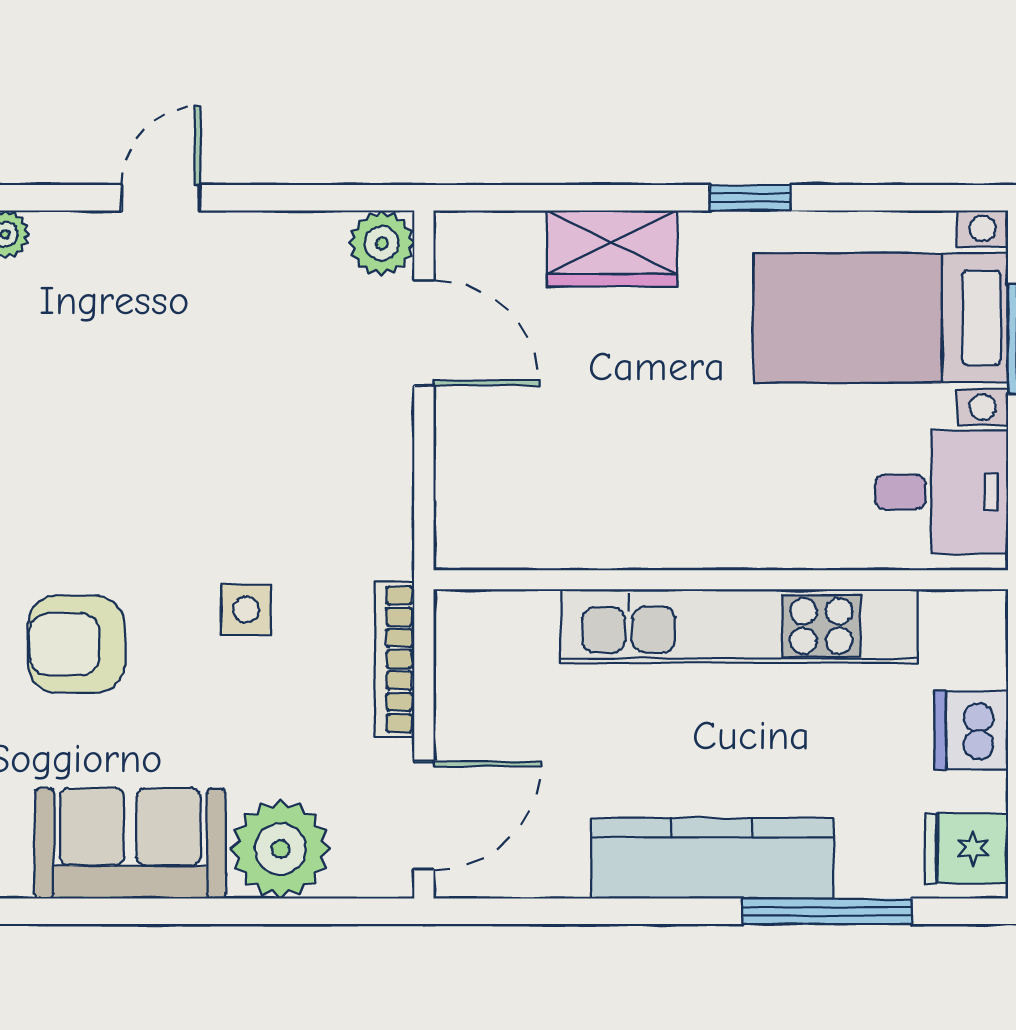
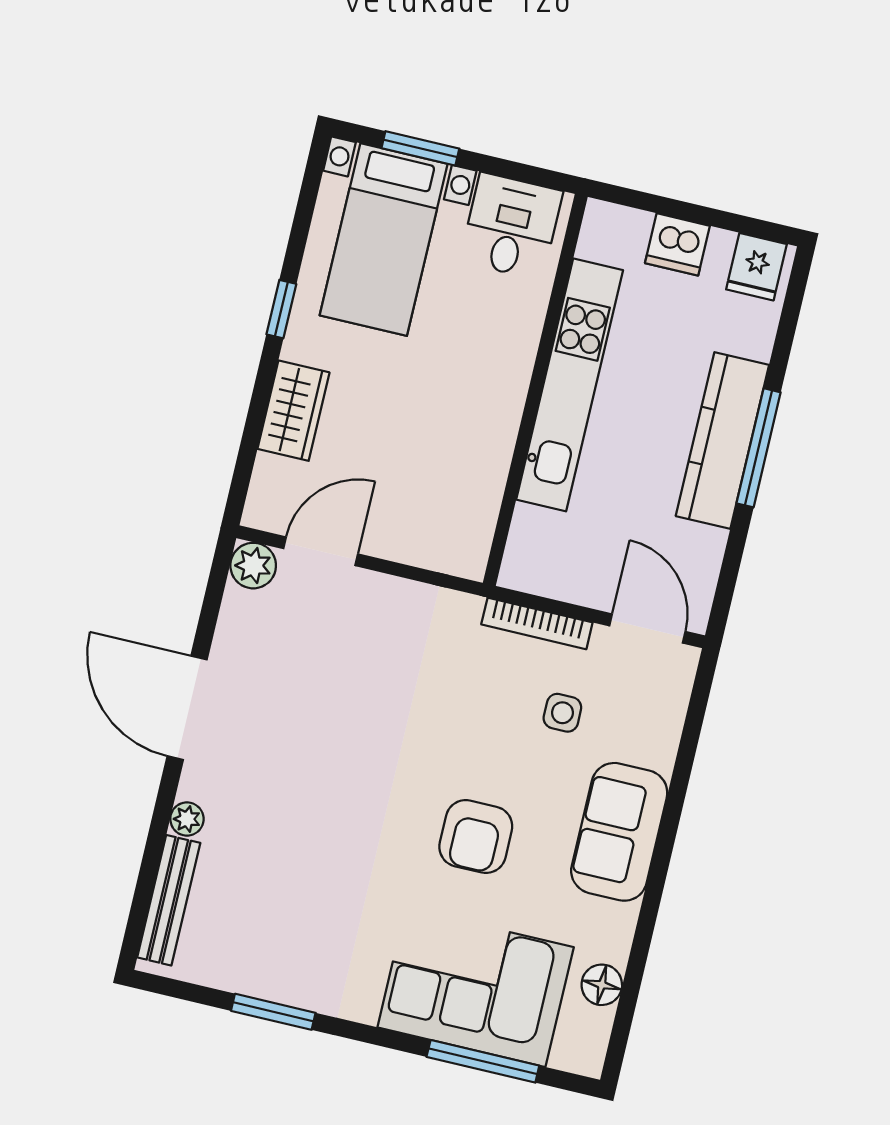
door: (161, 198) -> (187, 708), width x1.87
side table: (246, 610) -> (562, 713), moved
plant: (280, 849) -> (647, 731), removed
window: (827, 911) -> (759, 448), moved

